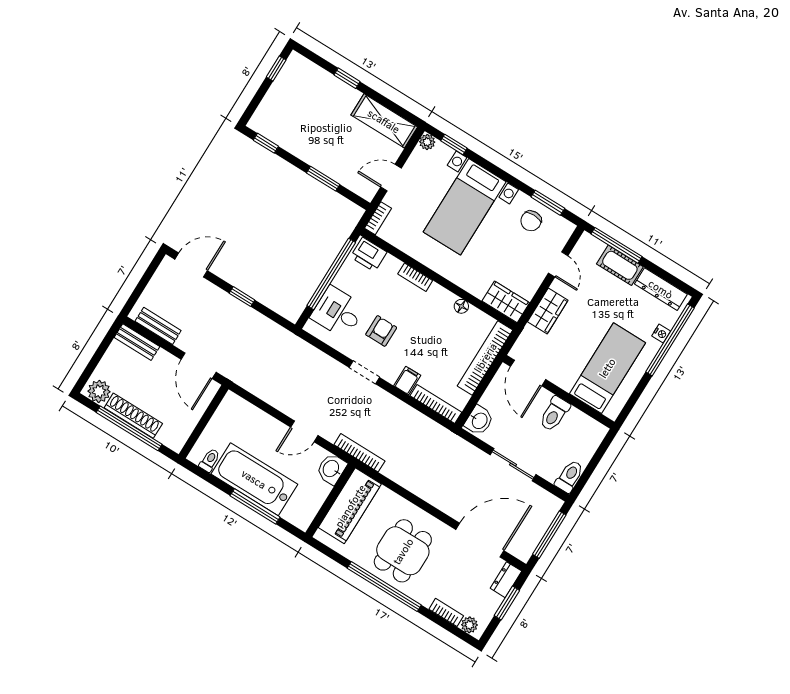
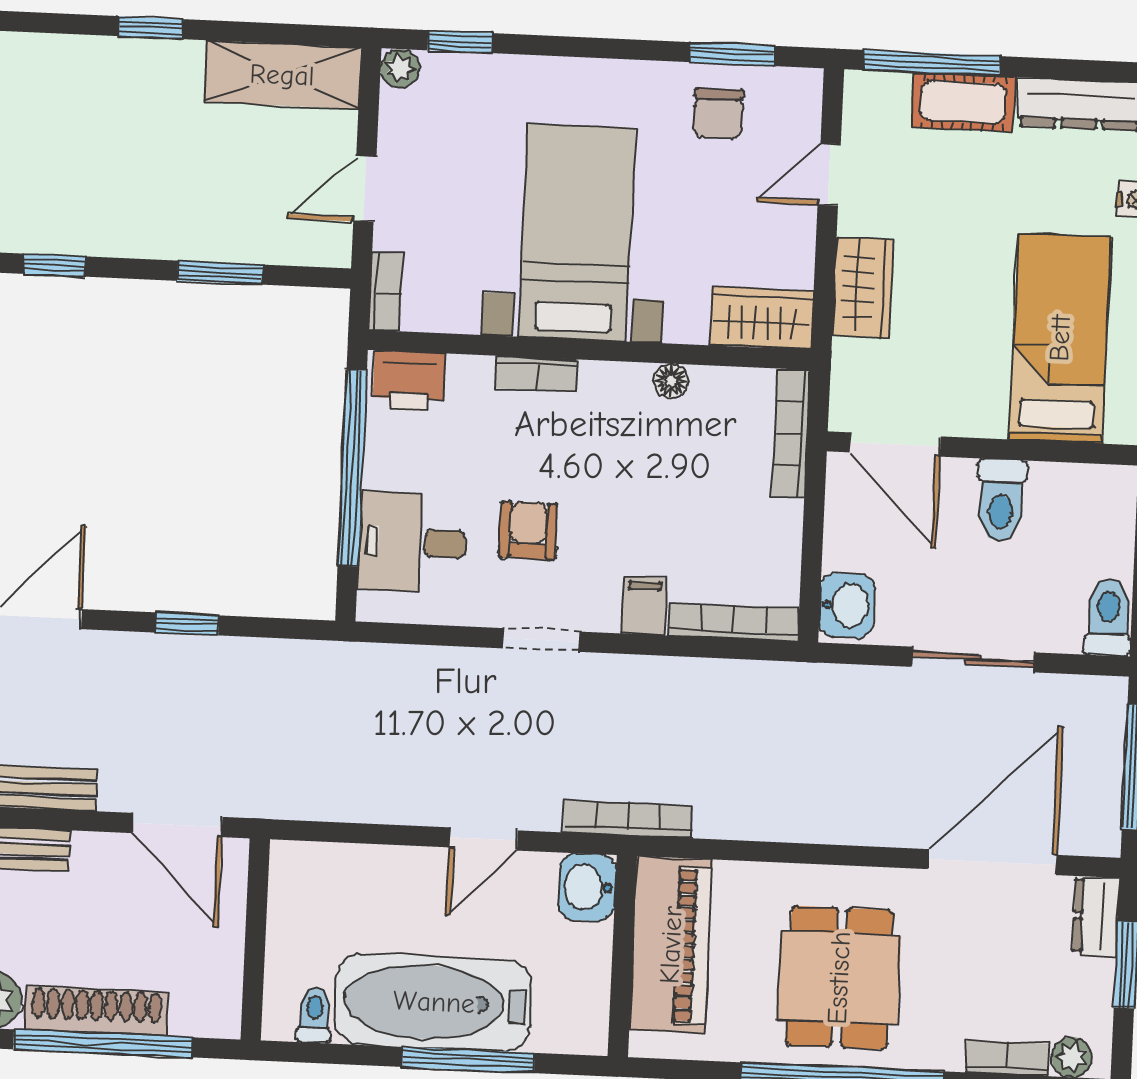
bed with nightstands: (465, 207) -> (577, 232), moved, turned 180
door: (558, 264) -> (829, 174), swing flipped
bookcase: (485, 358) -> (791, 433), width x0.68, depth x0.76

